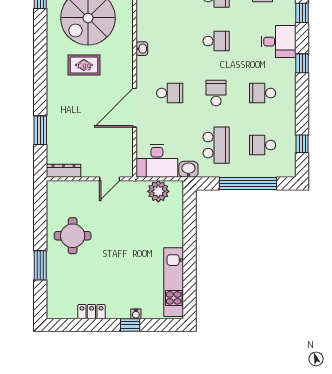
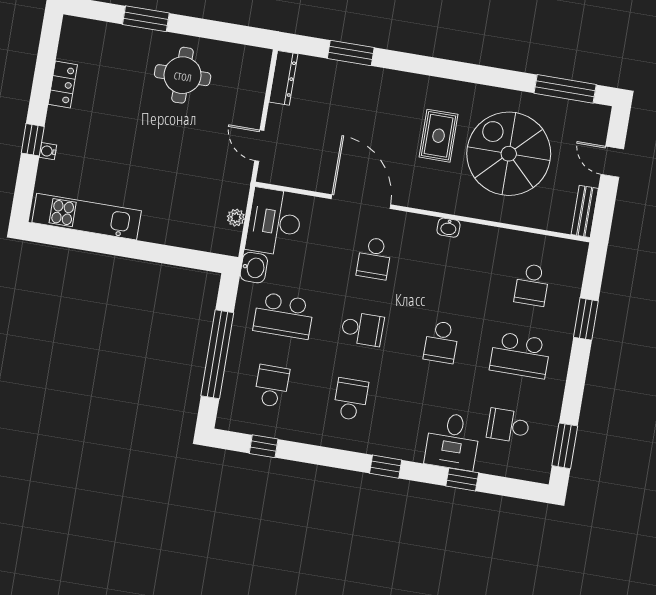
desk: (279, 42) -> (453, 441), moved
plant: (158, 191) -> (236, 218), width x0.53, depth x0.53

